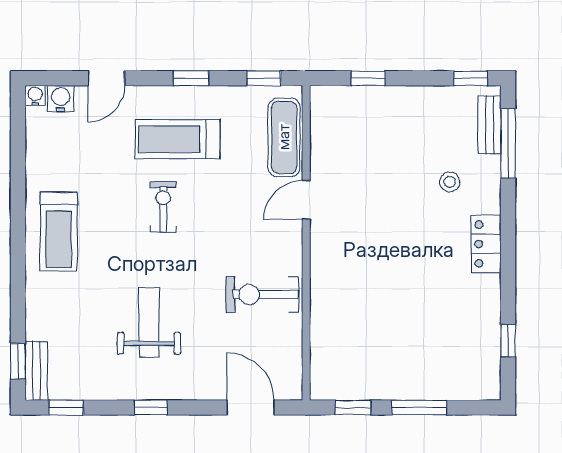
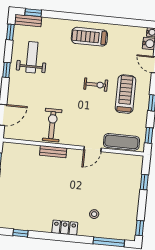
bench: (490, 125) -> (53, 152), moved
door: (306, 200) -> (93, 149), swing flipped
weight bench: (149, 323) -> (32, 57), moved, turned -90

